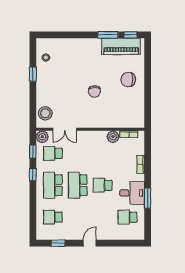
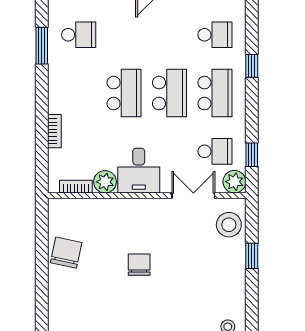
window: (33, 74) -> (252, 256), moved
chair: (128, 80) -> (66, 253), moved, turned -78
window: (33, 175) -> (252, 66), moved
school desk: (103, 185) -> (124, 93), width x1.85
desk: (132, 193) -> (139, 171), moved, turned -90
window: (148, 198) -> (42, 46), moved

